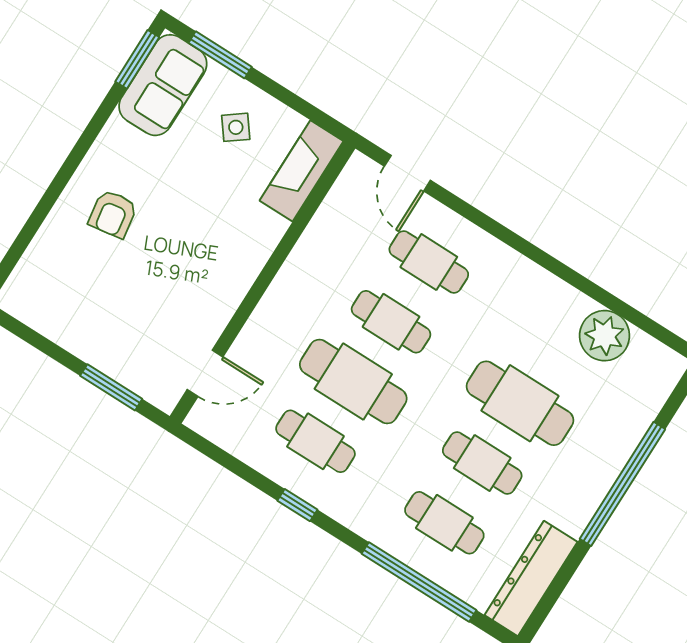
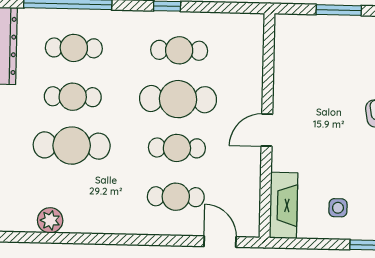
side table: (236, 127) -> (338, 208), turned 37
plant: (605, 336) -> (50, 220), width x0.73, depth x0.73
door: (205, 373) -> (267, 130), moved
window: (111, 387) -> (339, 10), moved

